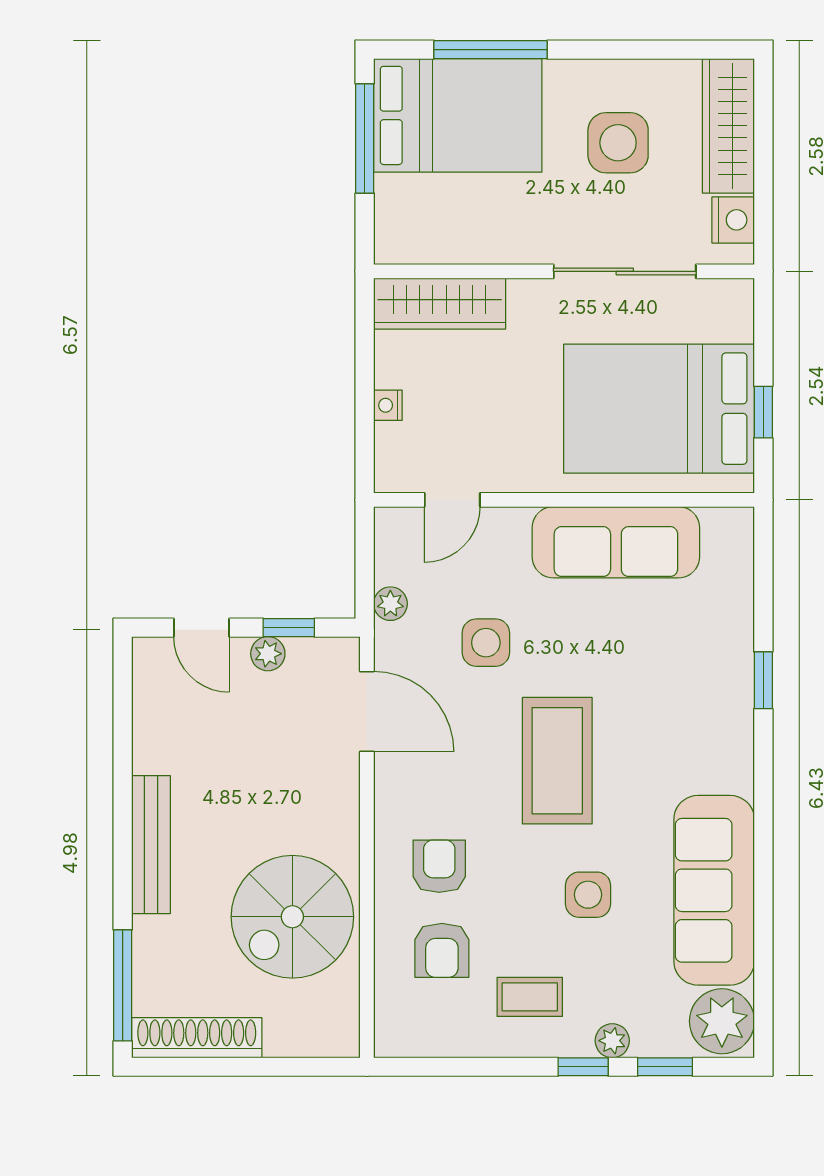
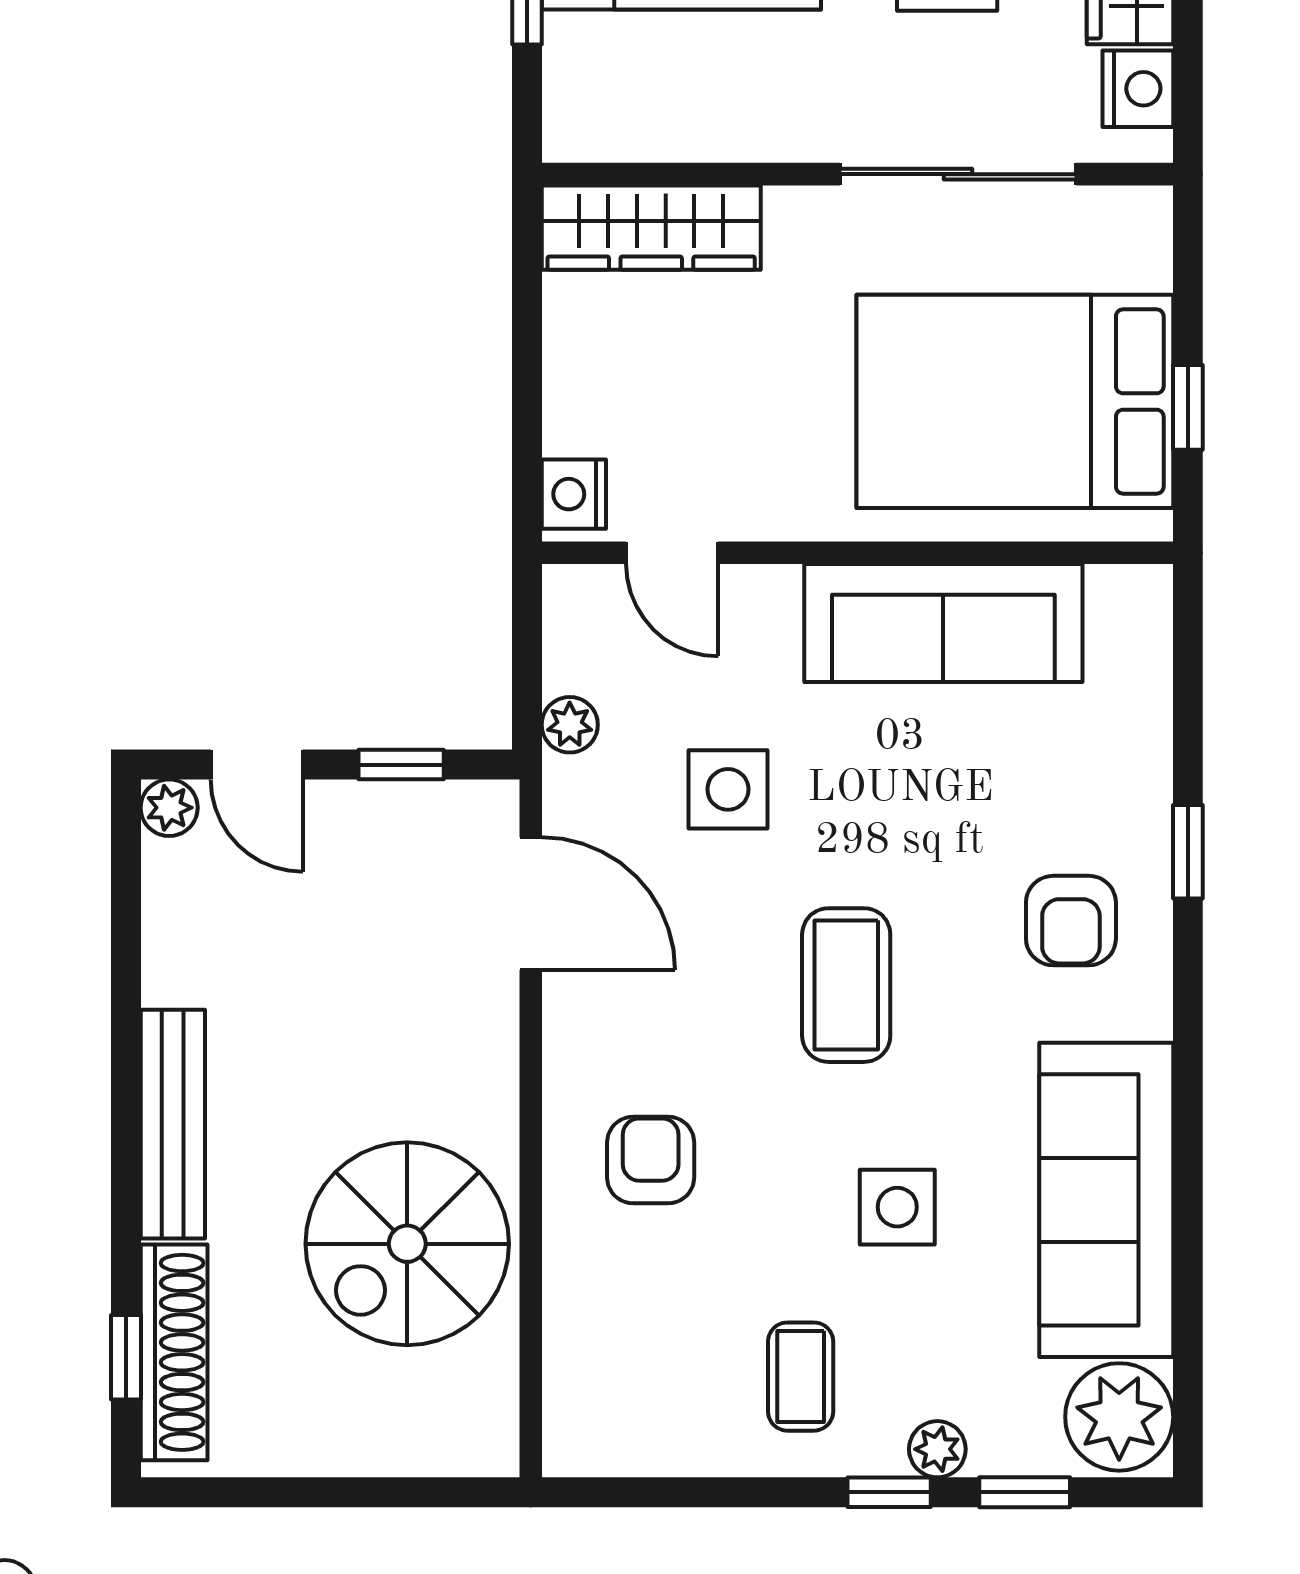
nightstand: (388, 405) -> (574, 494), moved, width x1.39, depth x1.35
door: (452, 500) -> (672, 553), hinge flipped
plant: (268, 654) -> (169, 808), moved
coffee table: (557, 761) -> (846, 985), width x0.73, depth x0.76
armchair: (442, 950) -> (1071, 921), moved
window: (123, 985) -> (126, 1357), width x0.46
coffee table: (530, 997) -> (801, 1377), turned 90
shoe rack: (197, 1038) -> (174, 1352), moved, turned 90

